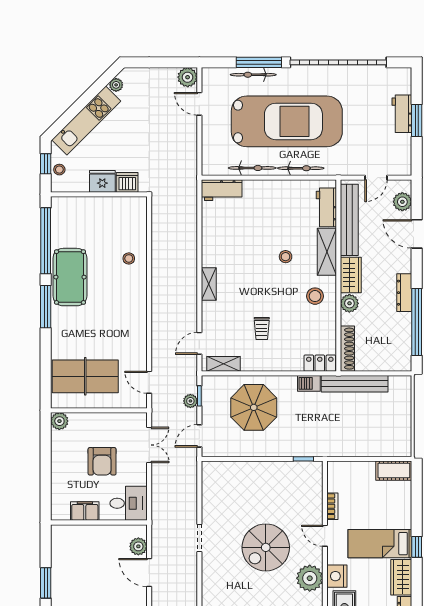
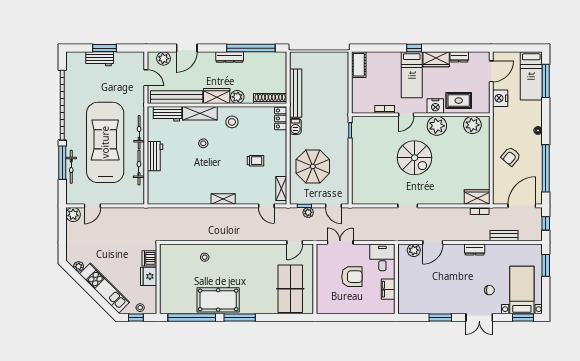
workbench: (222, 190) -> (155, 156), moved
plant: (59, 421) -> (323, 308), removed

